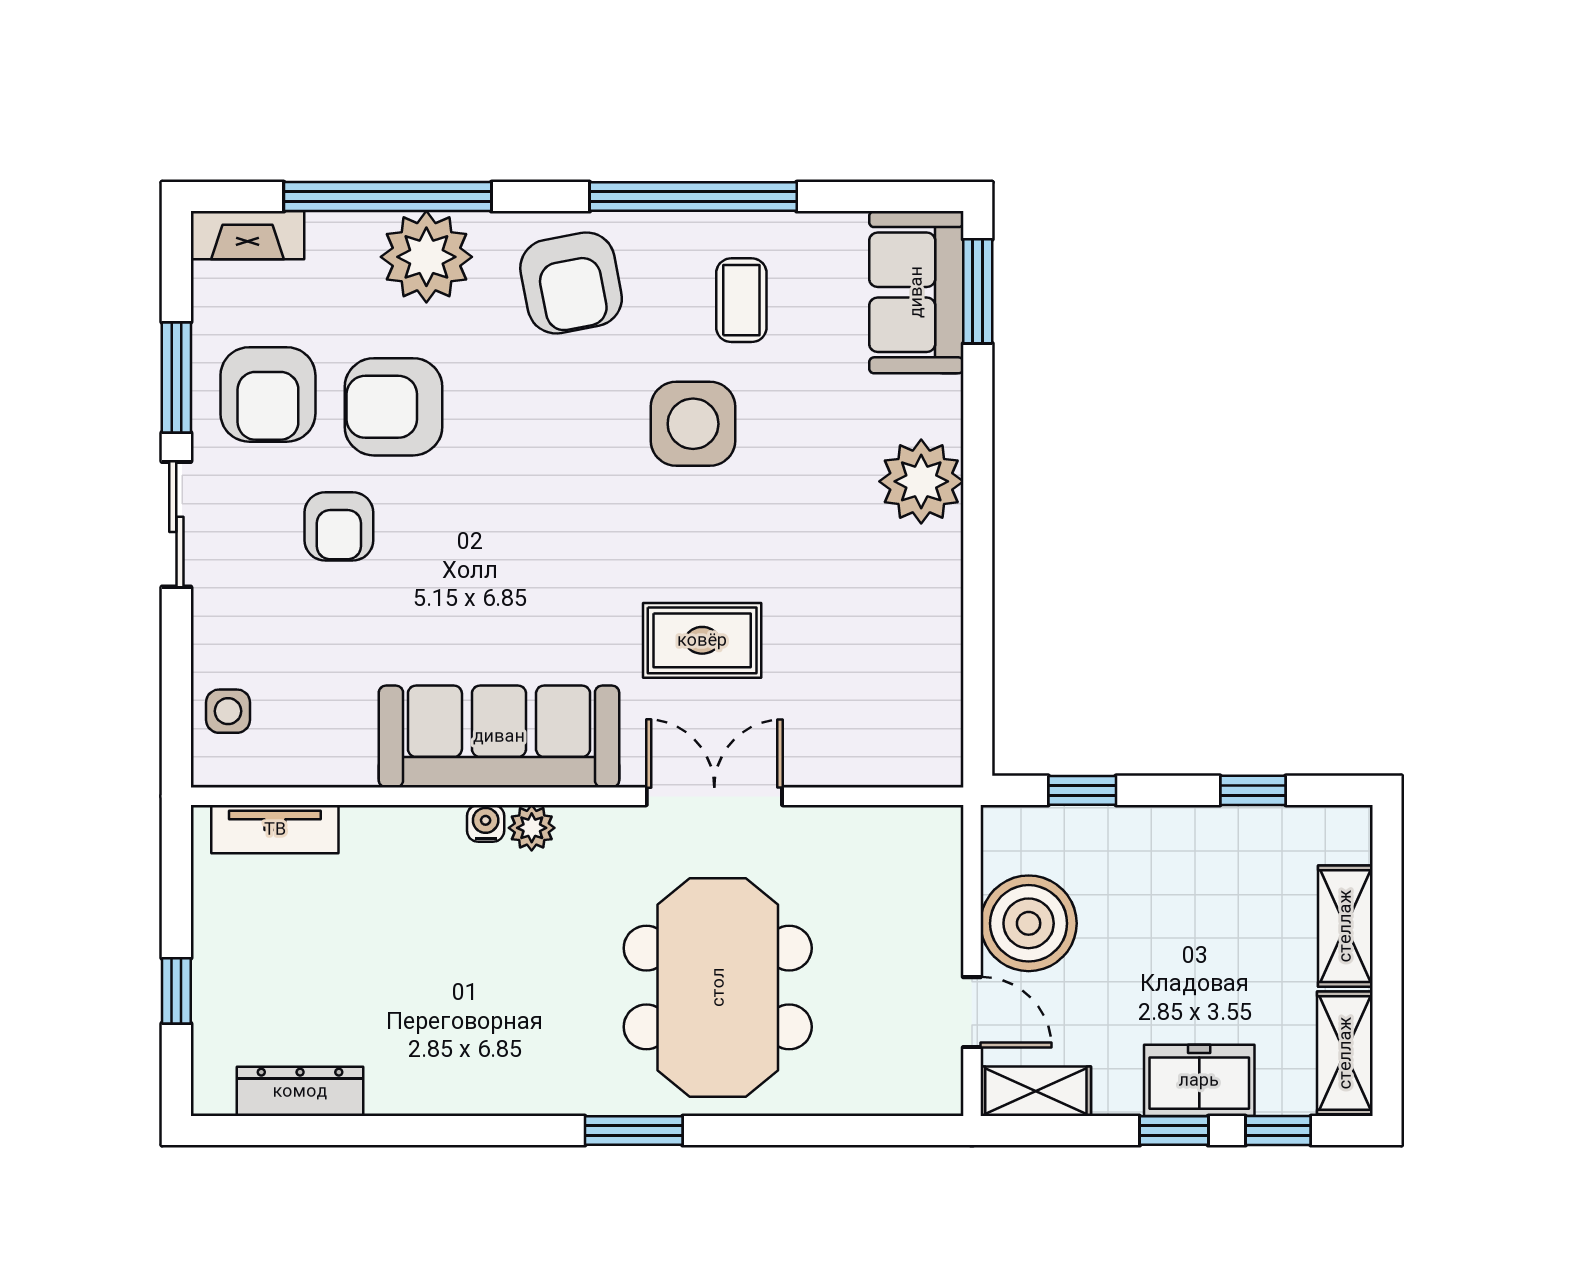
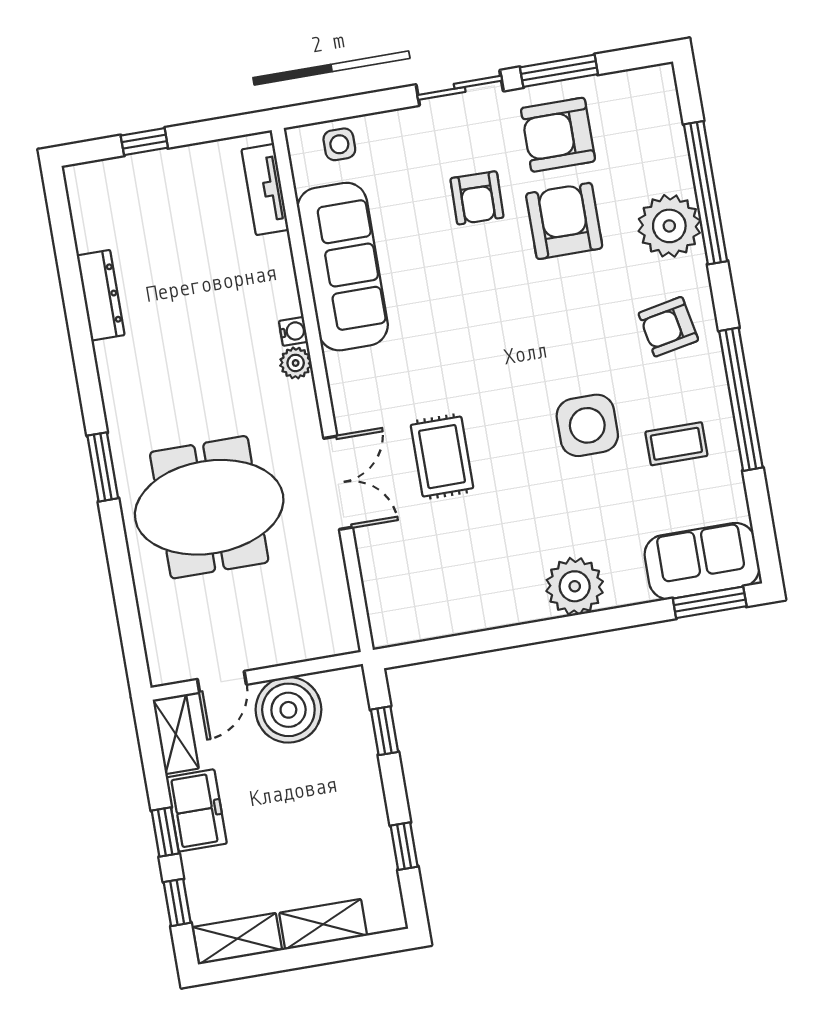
fireplace: (247, 235) -> (663, 102), removed
armchair: (571, 283) -> (668, 327), width x0.72, depth x0.72
armchair: (339, 526) -> (477, 198), turned -89
sofa: (499, 736) -> (343, 267), moved
freezer: (1199, 1080) -> (196, 810), moved
dresser: (300, 1091) -> (101, 295), moved

